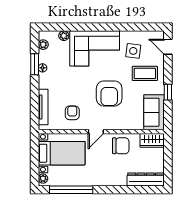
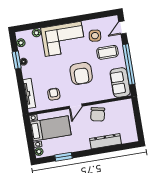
door: (168, 47) -> (122, 28), hinge flipped
window: (168, 92) -> (129, 64), width x3.17
wardrobe: (152, 140) -> (122, 106), removed
chair: (121, 146) -> (98, 114), turned 102
dresser: (146, 179) -> (105, 141), moved
window: (71, 190) -> (63, 157), width x0.47

